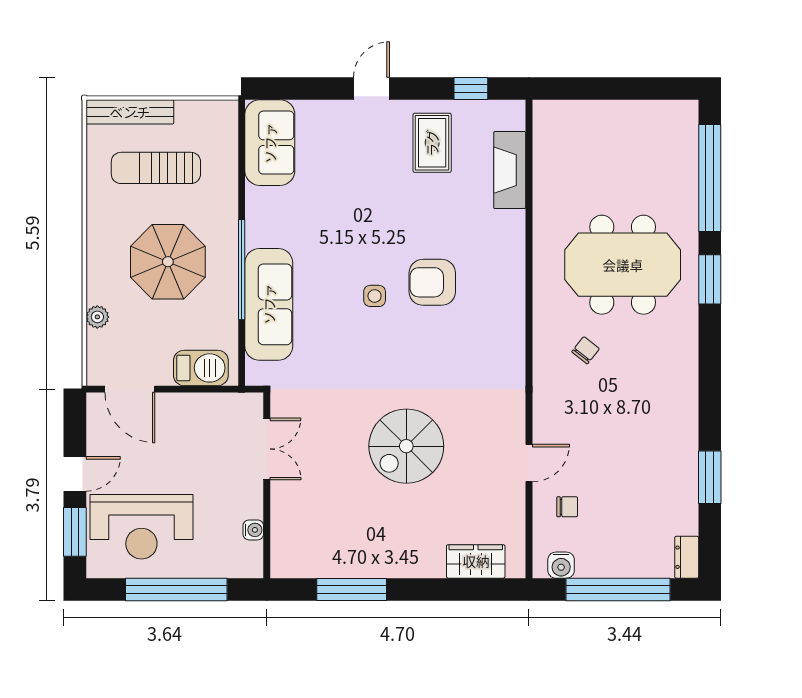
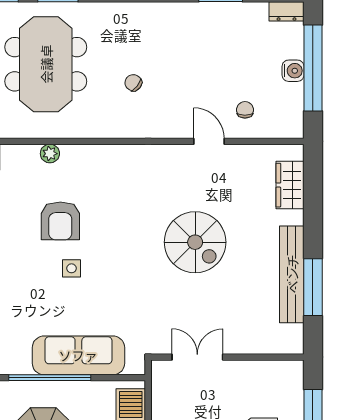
plant: (514, 270) -> (50, 154), added
chair: (586, 350) -> (133, 83), moved
water cooler: (253, 530) -> (264, 368), removed
bench: (367, 564) -> (292, 274), added
water cooler: (561, 565) -> (293, 71), moved

